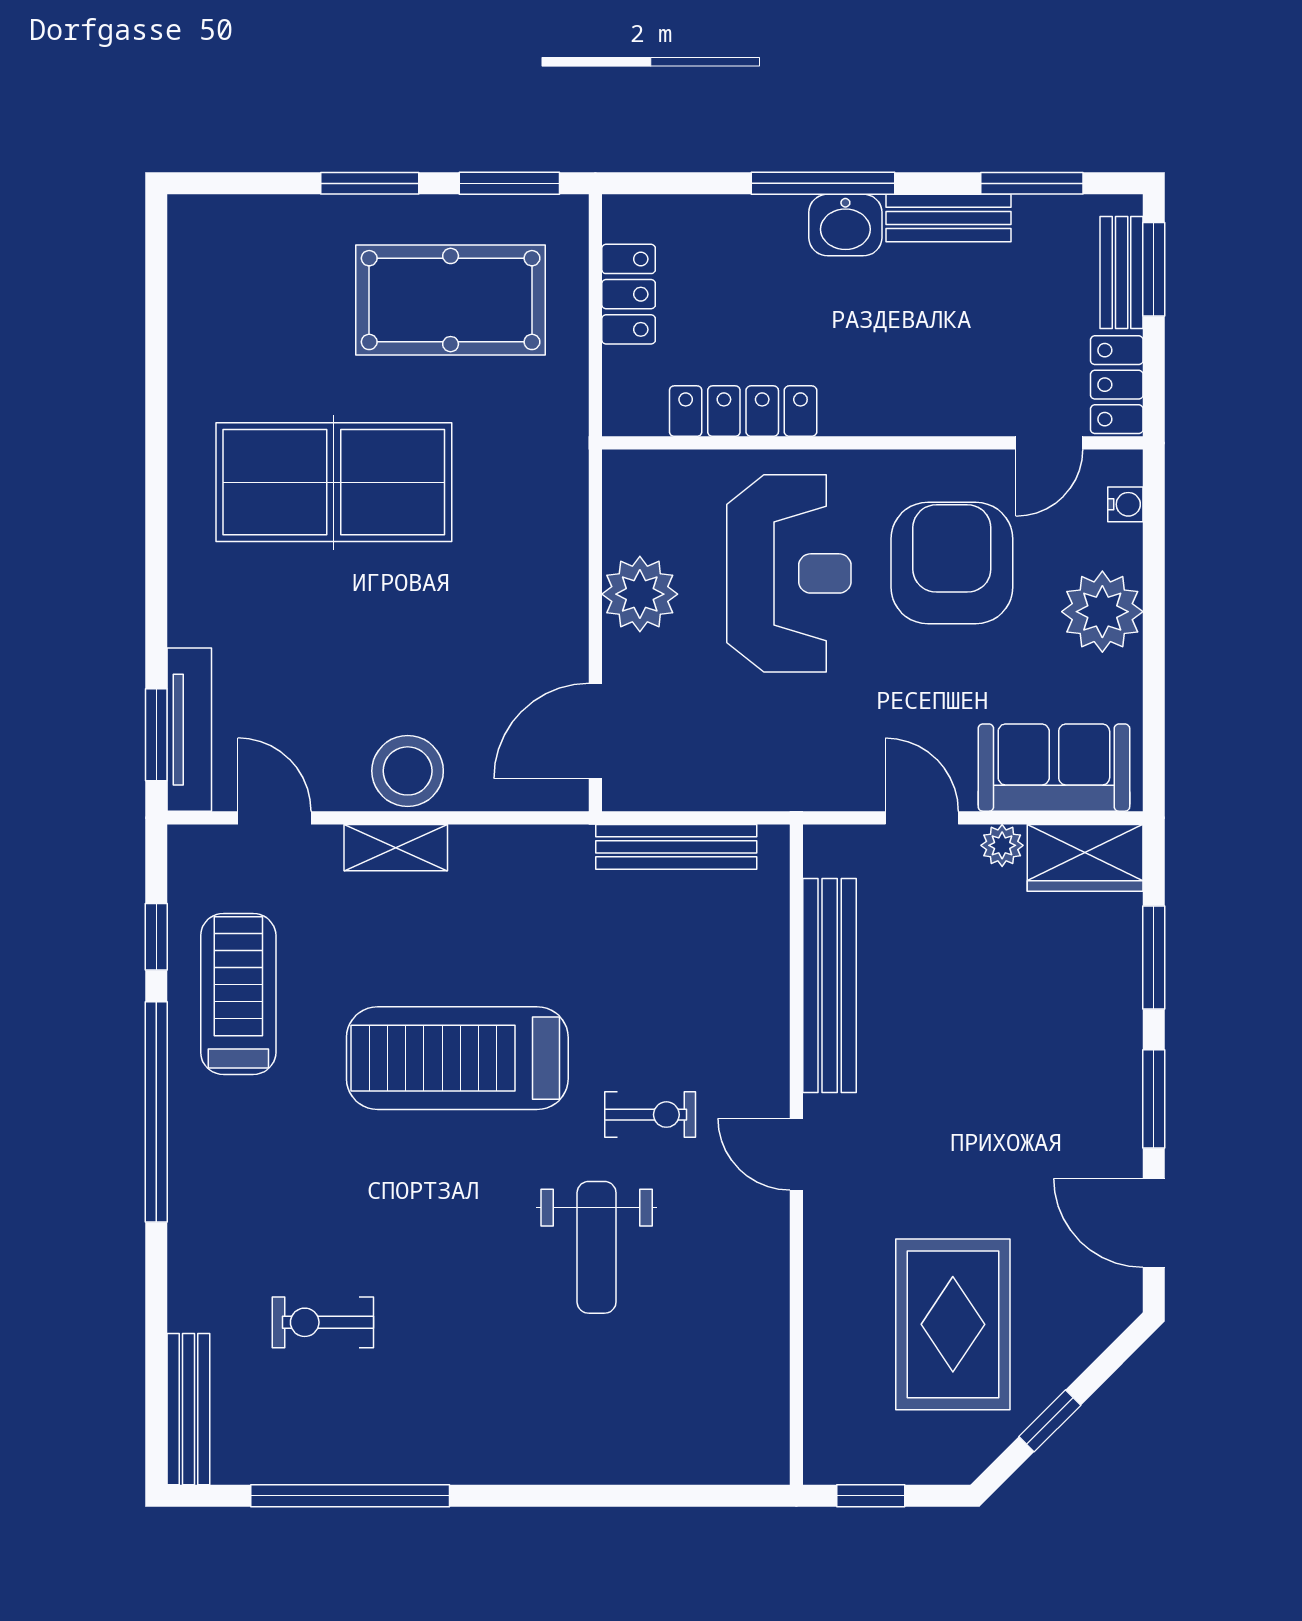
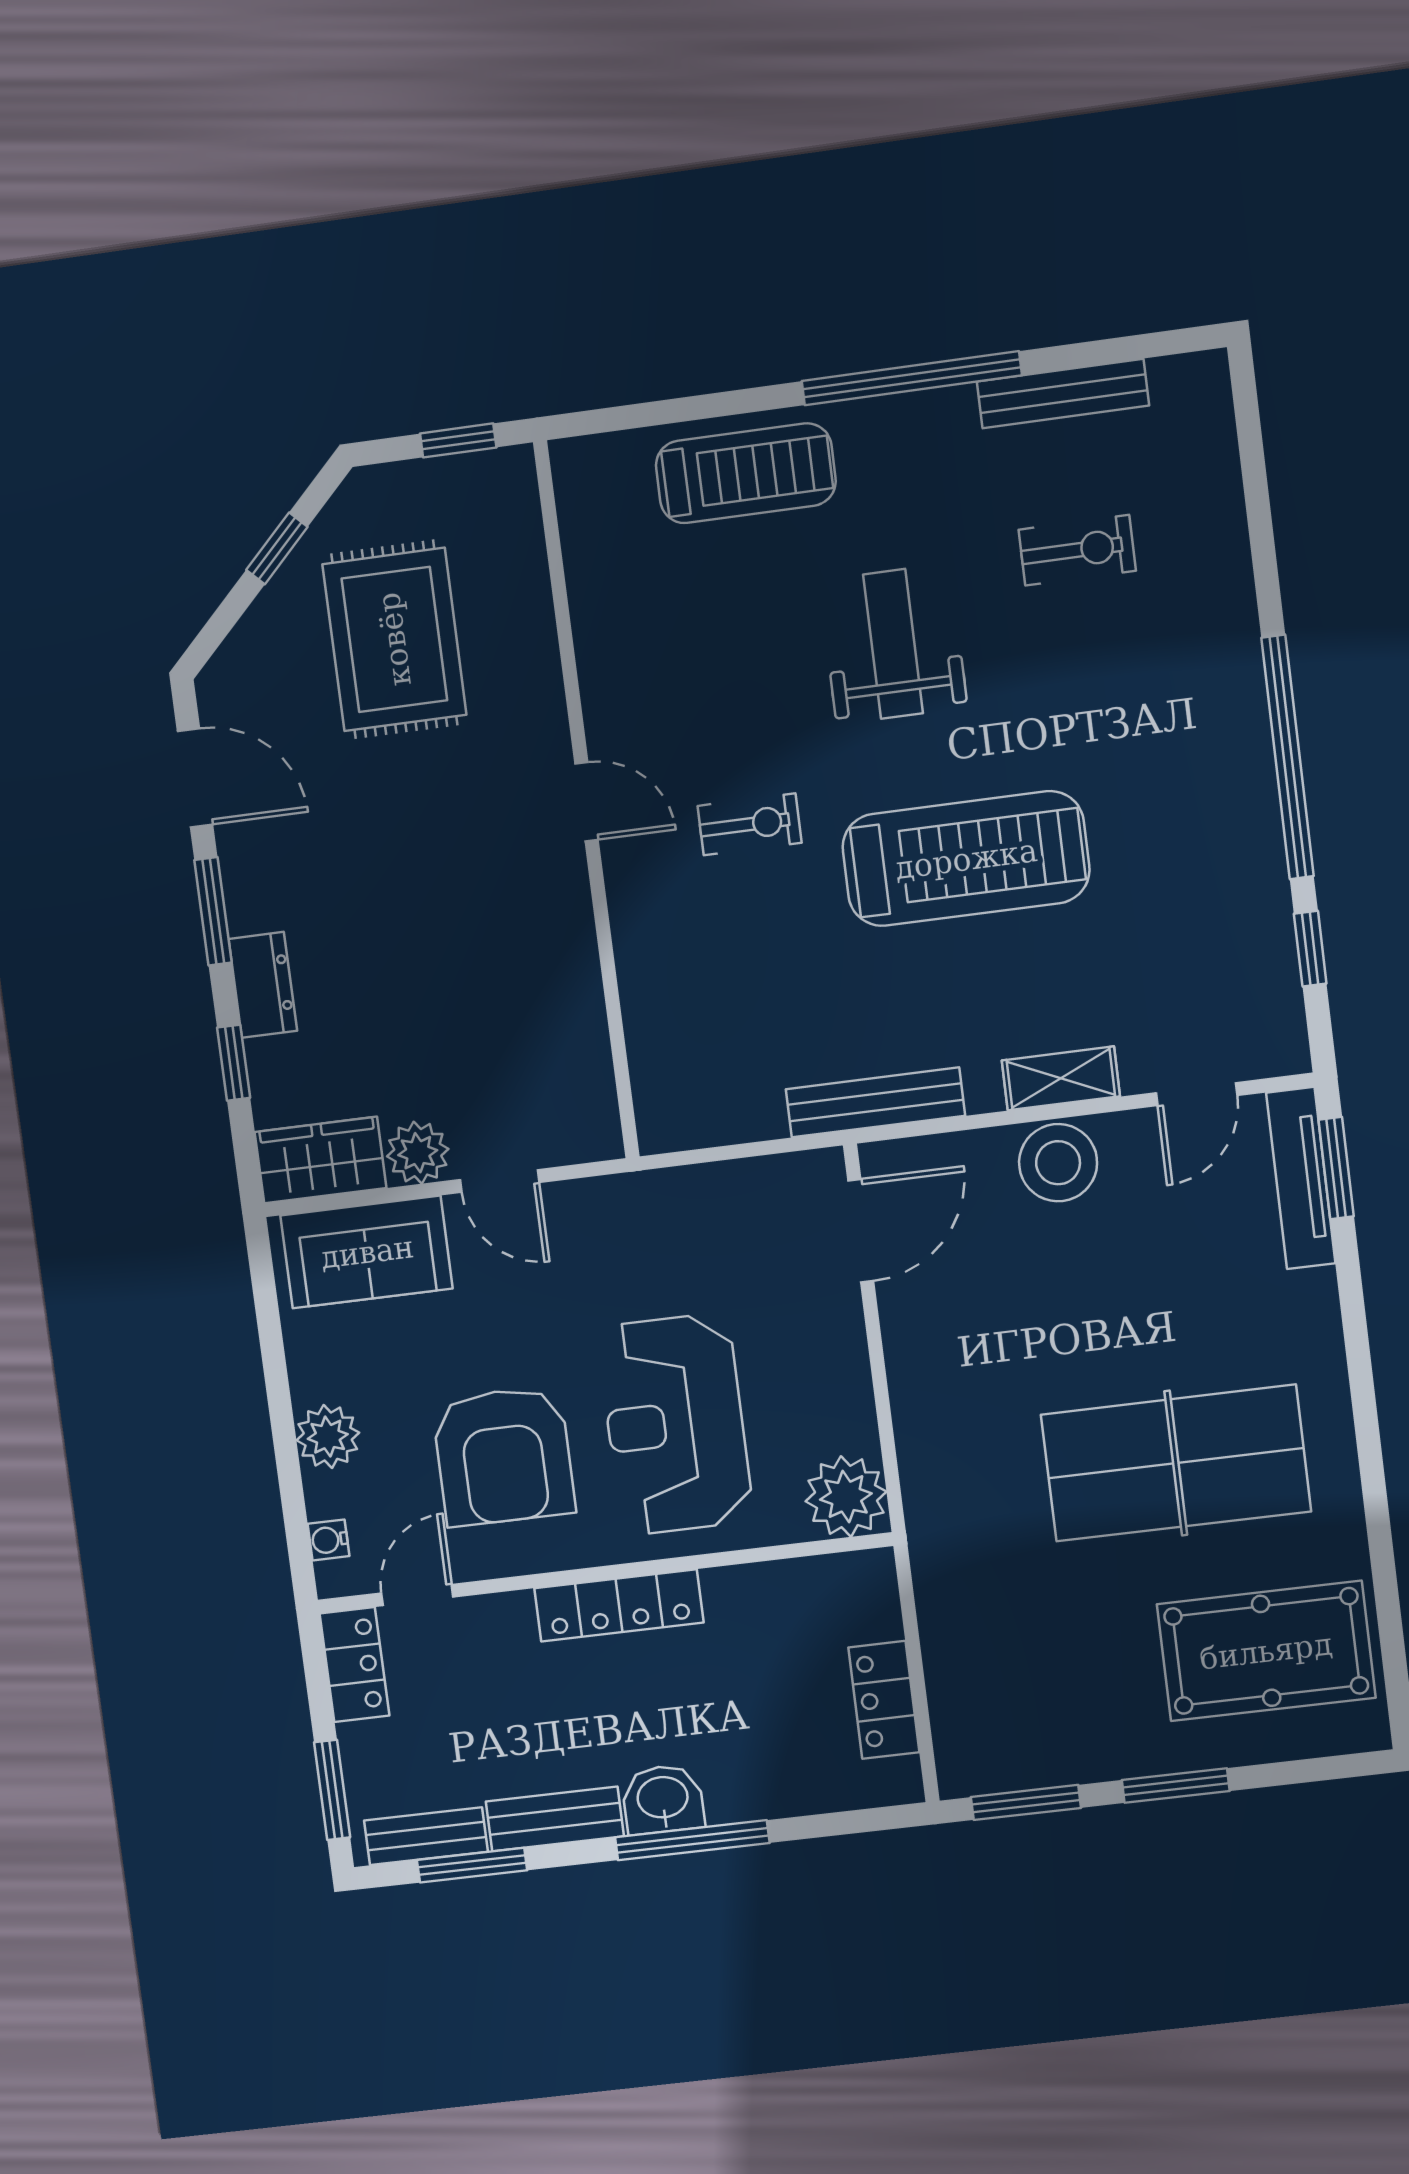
bench: (1122, 272) -> (426, 1836), moved, turned 90
pool table: (451, 300) -> (1266, 1651), moved
locker: (743, 411) -> (619, 1605), moved
plant: (640, 594) -> (846, 1497), moved
plant: (1102, 612) -> (328, 1437), width x0.73, depth x0.73
door: (274, 818) -> (1197, 1094), hinge flipped
plant: (1002, 845) -> (418, 1153), width x1.38, depth x1.38
bench: (676, 847) -> (875, 1102), moved
window: (1154, 957) -> (234, 1063), width x0.67
bench: (830, 985) -> (575, 989), removed
treadmill: (238, 994) -> (746, 473), moved, turned -90
dresser: (1117, 1026) -> (263, 985), added
exercise bike: (650, 1115) -> (750, 824), turned 180
weight bench: (597, 1247) -> (893, 644), moved
bench: (188, 1409) -> (1063, 393), moved, turned 90
window: (350, 1496) -> (912, 378), moved

